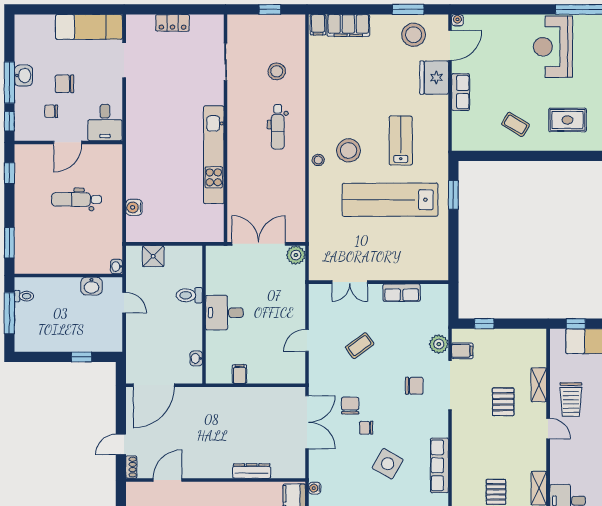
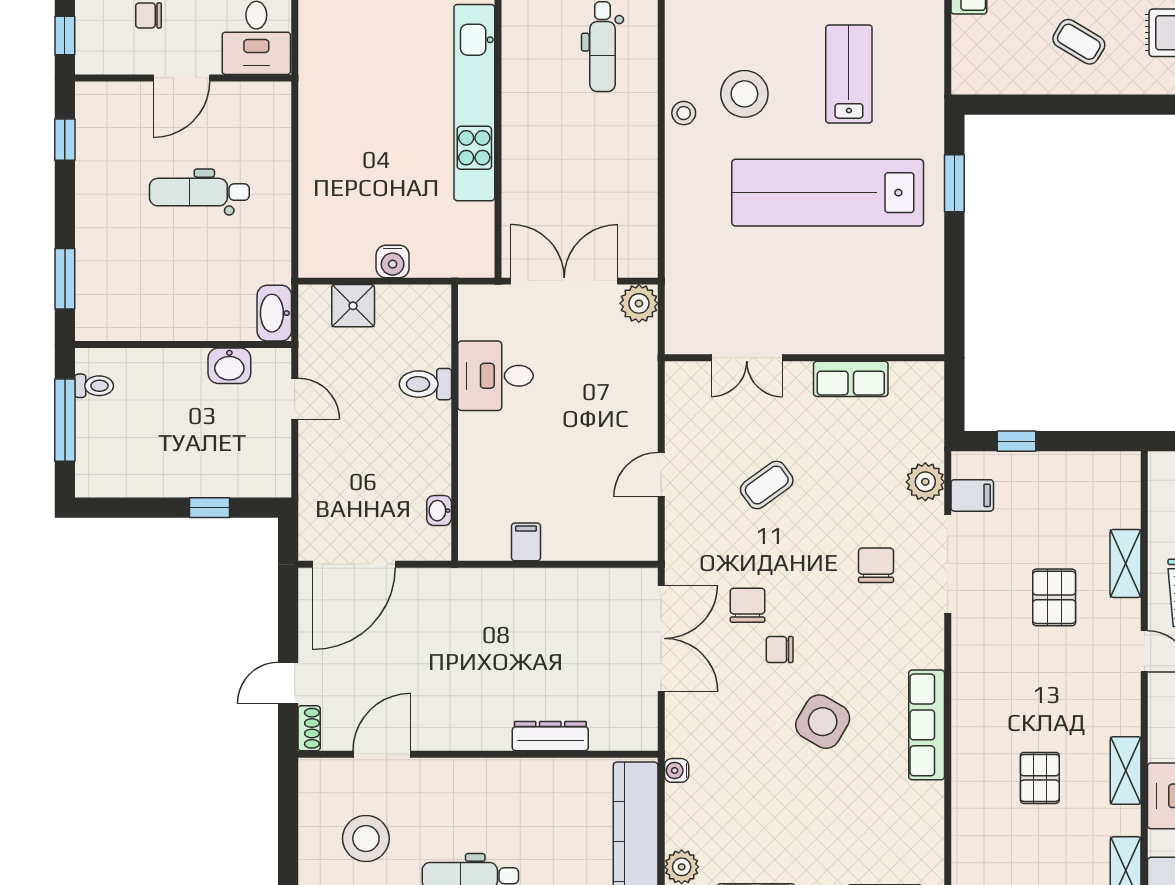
water cooler: (134, 207) -> (393, 261), moved, turned -90
washbasin: (117, 267) -> (274, 313), width x1.91, depth x1.45
desk: (224, 313) -> (496, 376), moved
chair: (414, 386) -> (876, 565), turned -90

